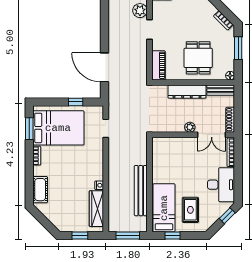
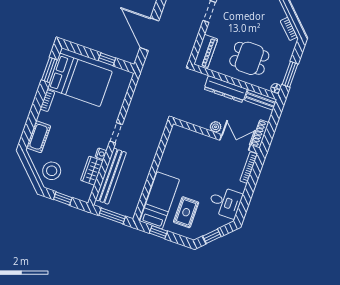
window: (238, 48) -> (290, 74), moved
dining table: (198, 58) -> (249, 58), turned 90
doorway: (106, 128) -> (116, 133), moved
double door: (212, 135) -> (235, 142), swing flipped
desk: (221, 185) -> (225, 202), width x0.73
bench: (141, 191) -> (111, 176), moved
wardrobe: (96, 209) -> (92, 171), width x0.67
stool: (62, 215) -> (52, 171), added
window: (227, 216) -> (212, 236), moved

